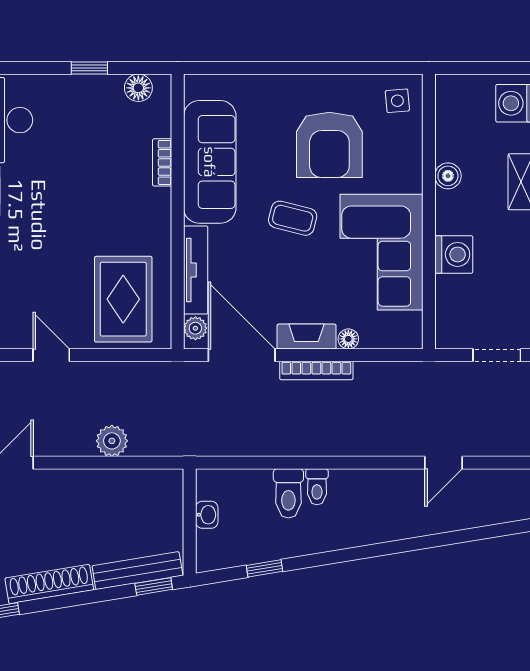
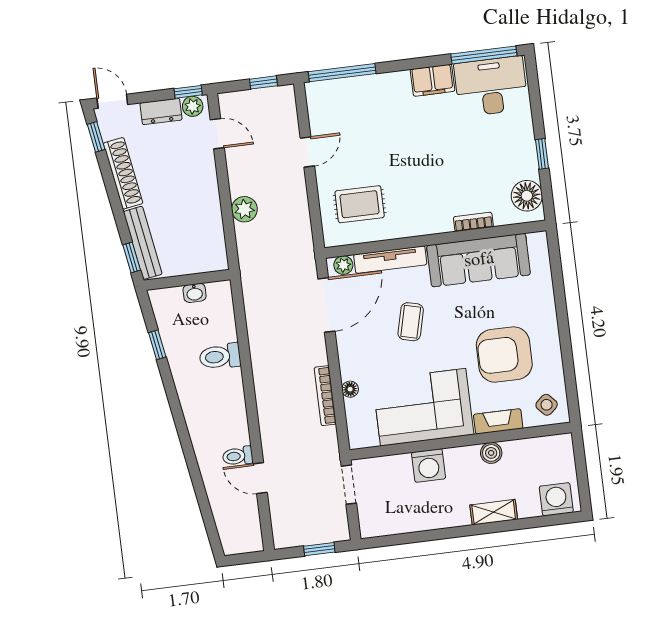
floor lamp: (138, 88) -> (527, 196), width x1.38, depth x1.38
side table: (397, 101) -> (547, 405), turned -37
coffee table: (293, 218) -> (411, 322), moved
rug: (123, 299) -> (360, 204), width x0.73, depth x0.70
fireplace: (306, 337) -> (498, 421), moved, turned -90
doorway: (497, 355) -> (349, 485), moved
bookcase: (316, 370) -> (325, 396), moved
toilet: (317, 487) -> (238, 456), moved

